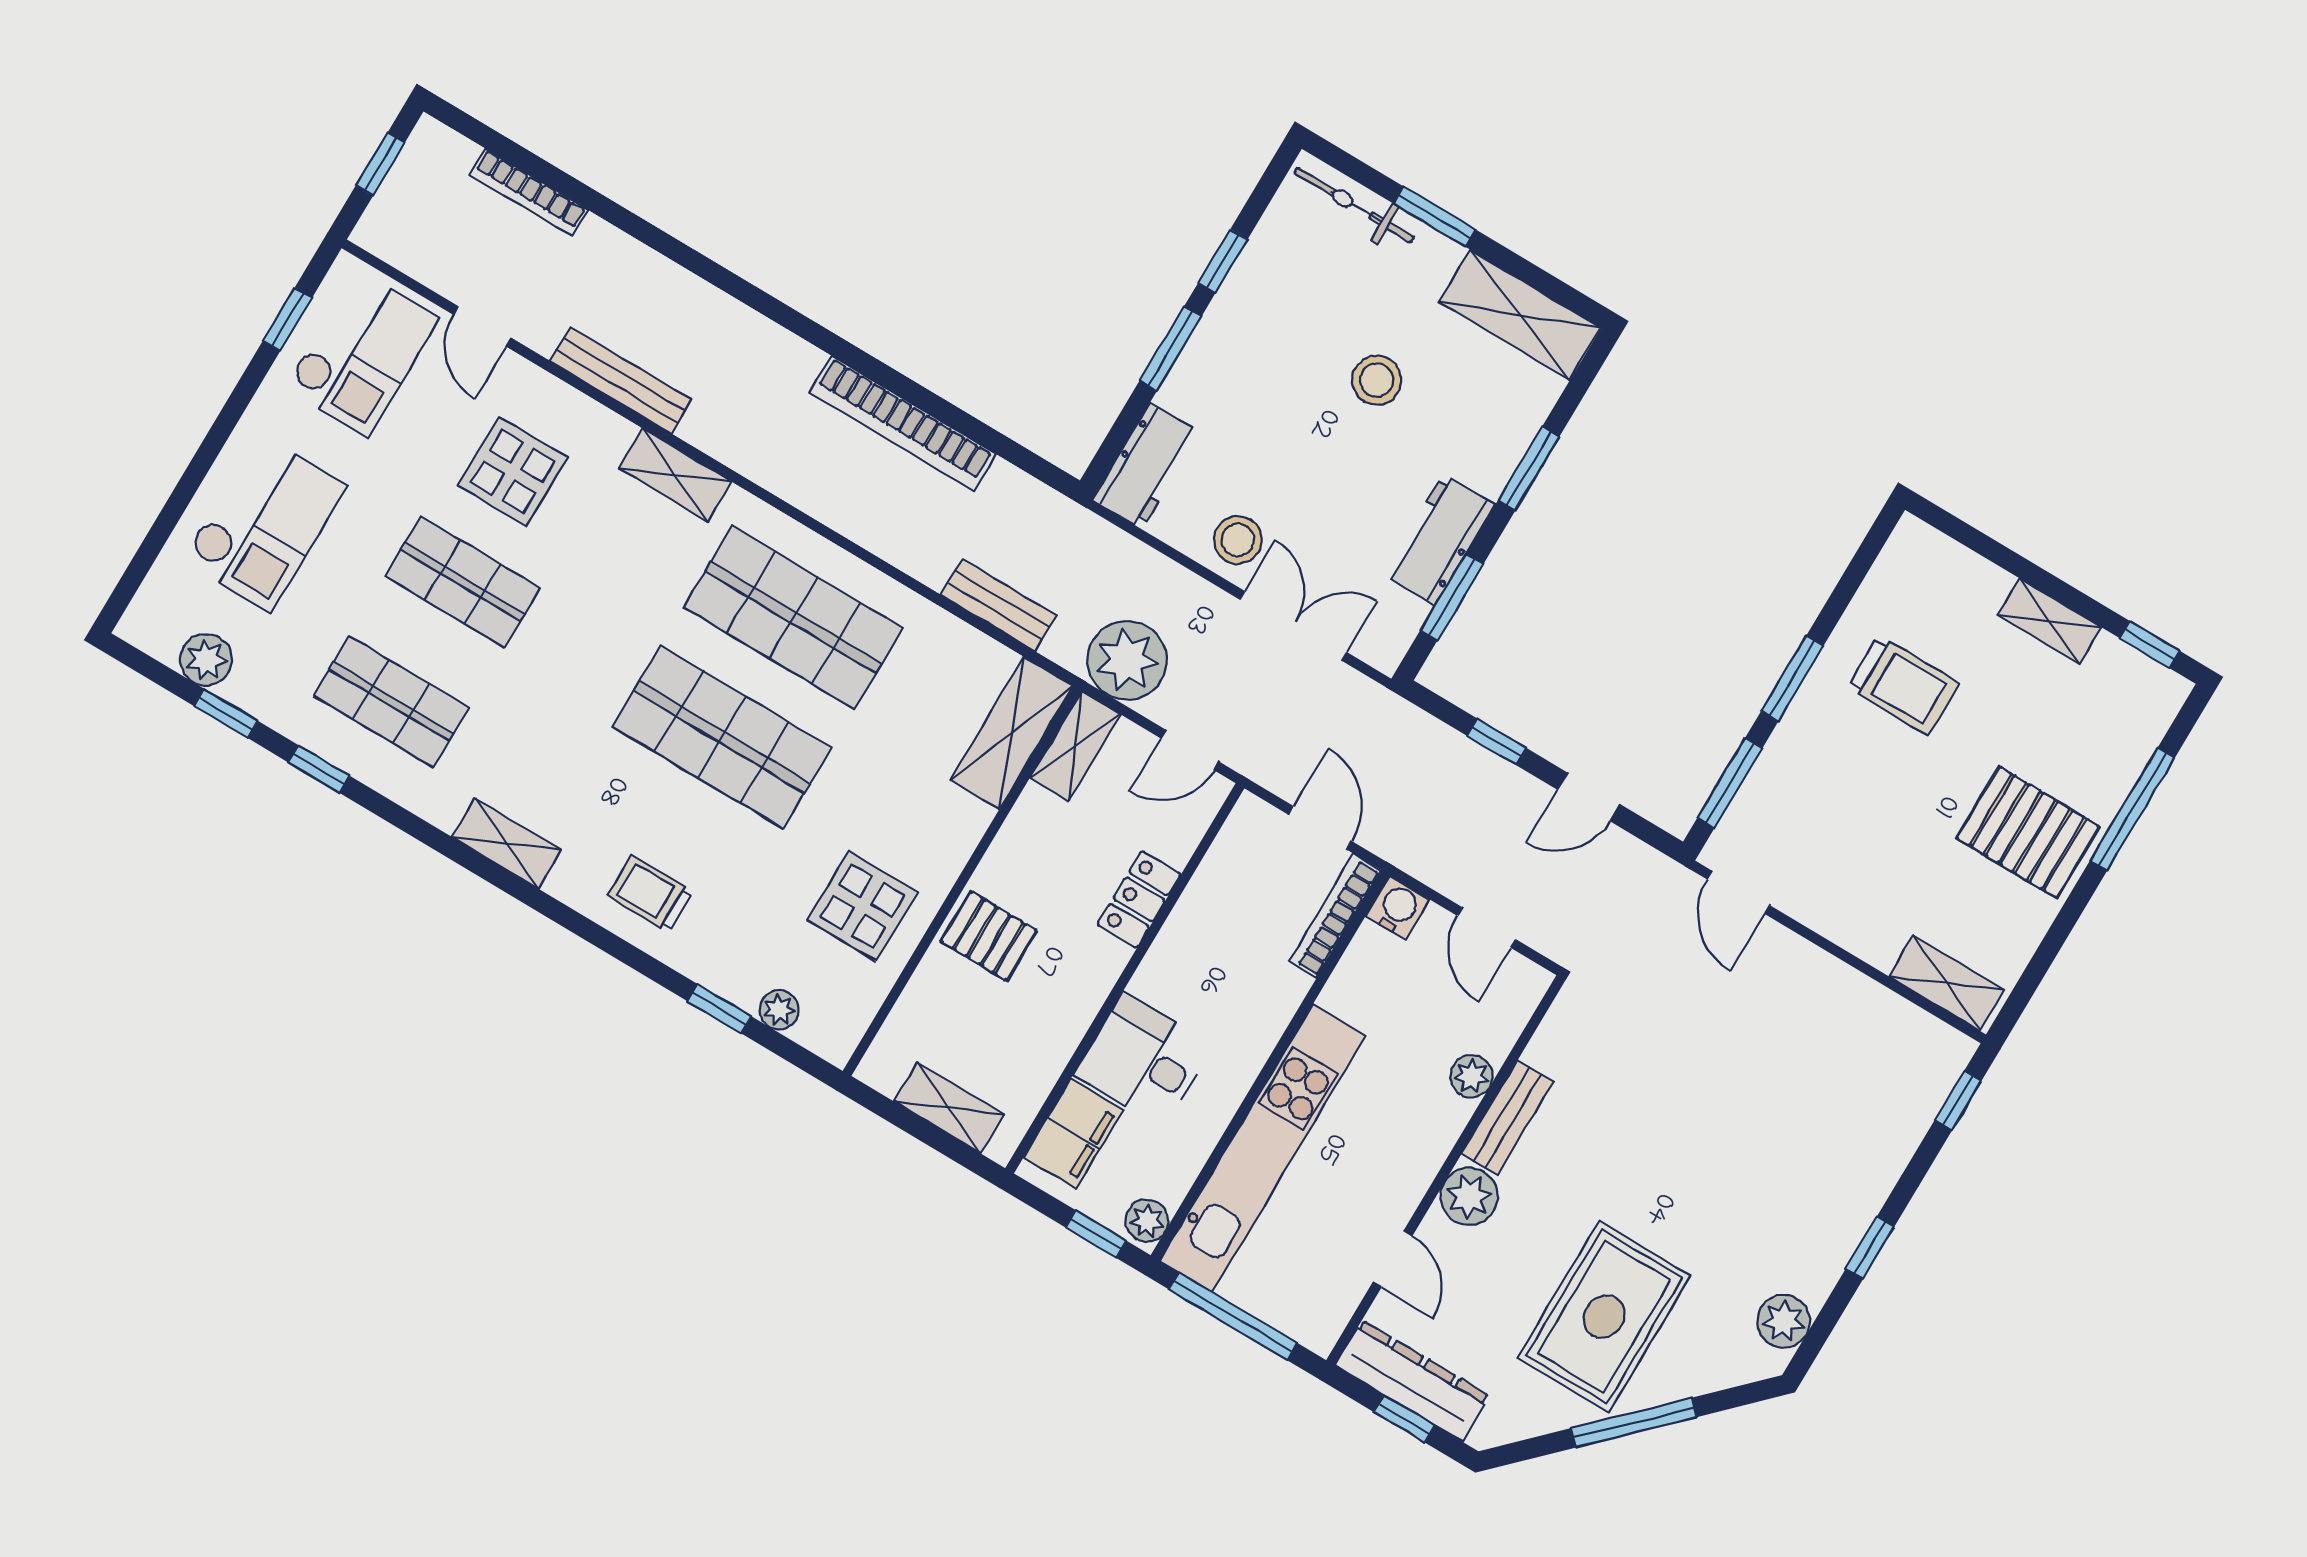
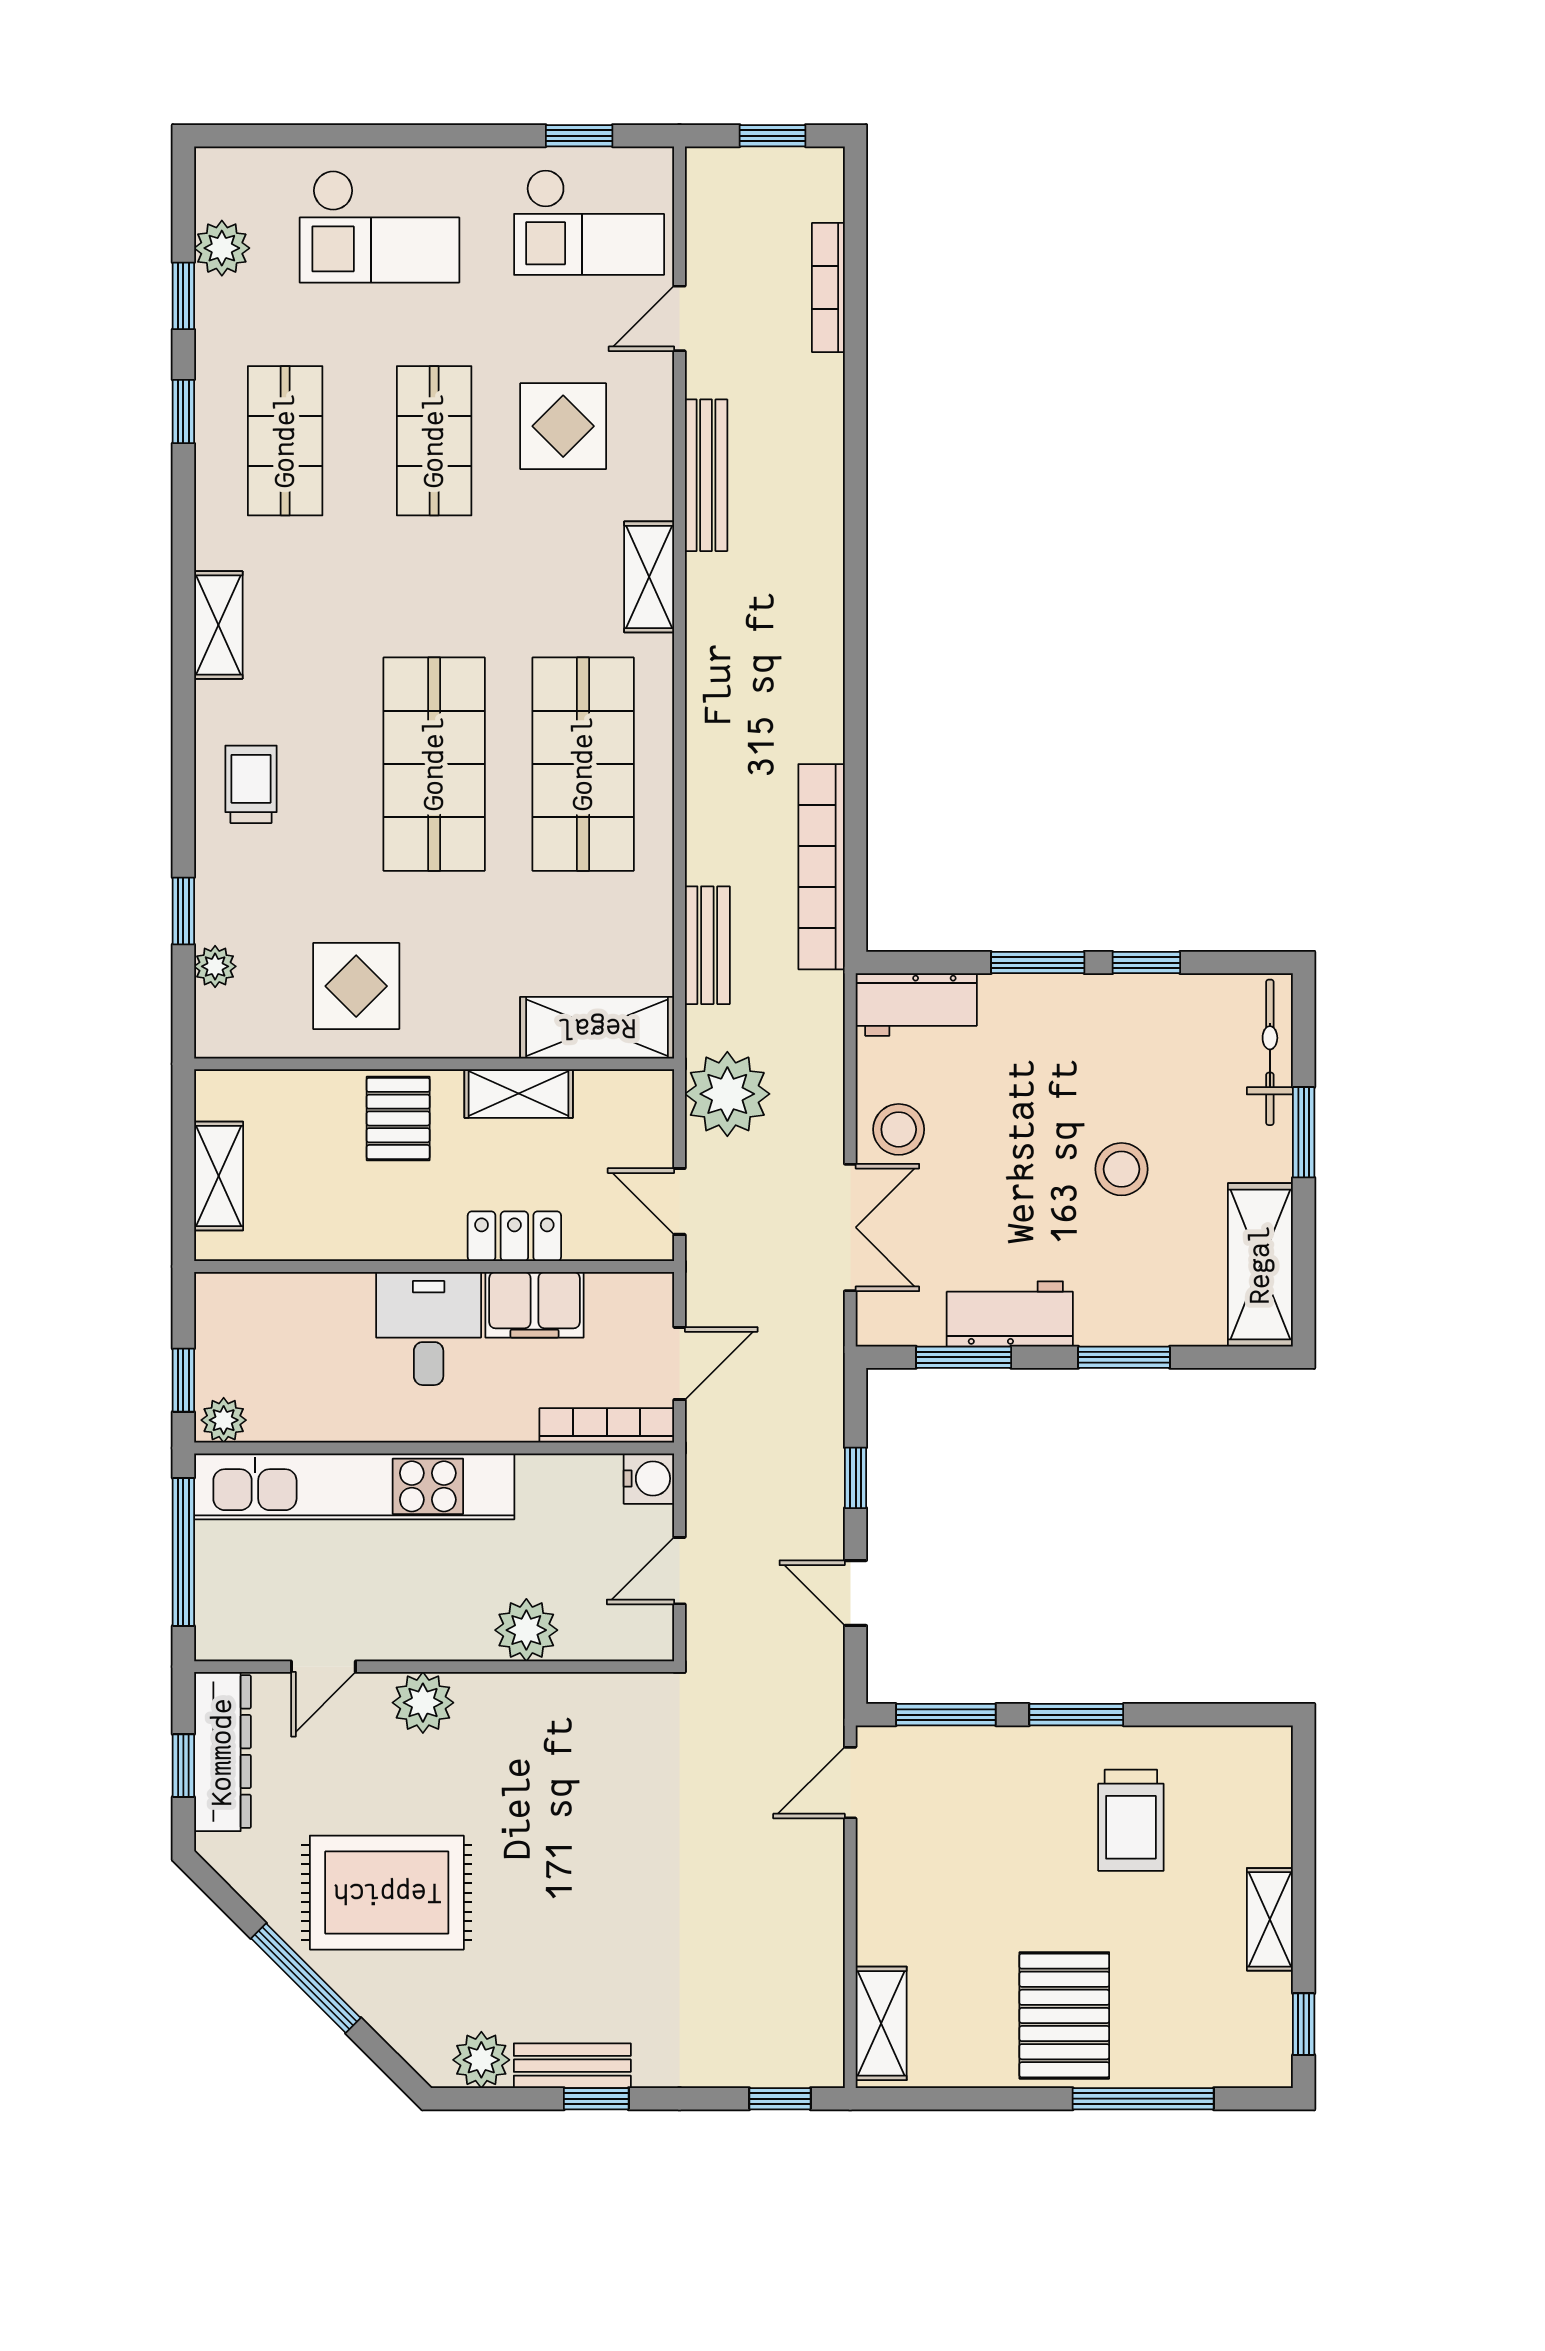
bookcase: (903, 423) -> (822, 867), moved
shelving: (1075, 746) -> (519, 1094), moved
desk: (1143, 1060) -> (429, 1328), moved
plant: (1471, 1076) -> (526, 1630), width x1.38, depth x1.38
bench: (1507, 1118) -> (572, 2066), moved
filing cabinet: (1073, 1134) -> (535, 1305), moved

